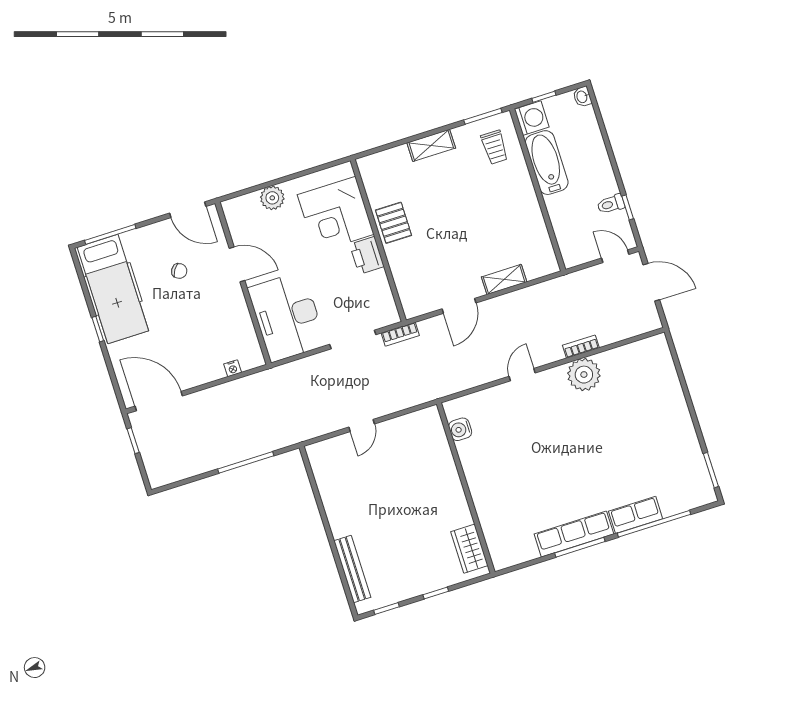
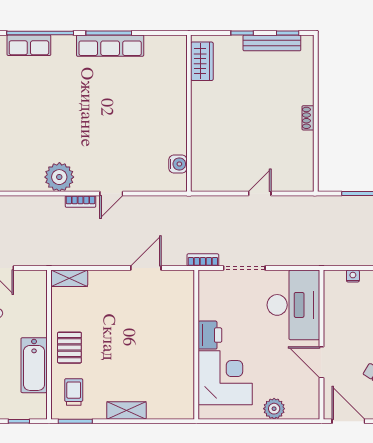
washing machine: (532, 118) -> (35, 407), removed
pallet: (394, 223) -> (69, 348), moved
shelving: (504, 279) -> (69, 278), moved
bookcase: (581, 347) -> (80, 201), moved
row of seats: (636, 515) -> (29, 45), moved
shoe rack: (335, 524) -> (308, 118), added
bench: (352, 569) -> (272, 43), moved, turned 90

